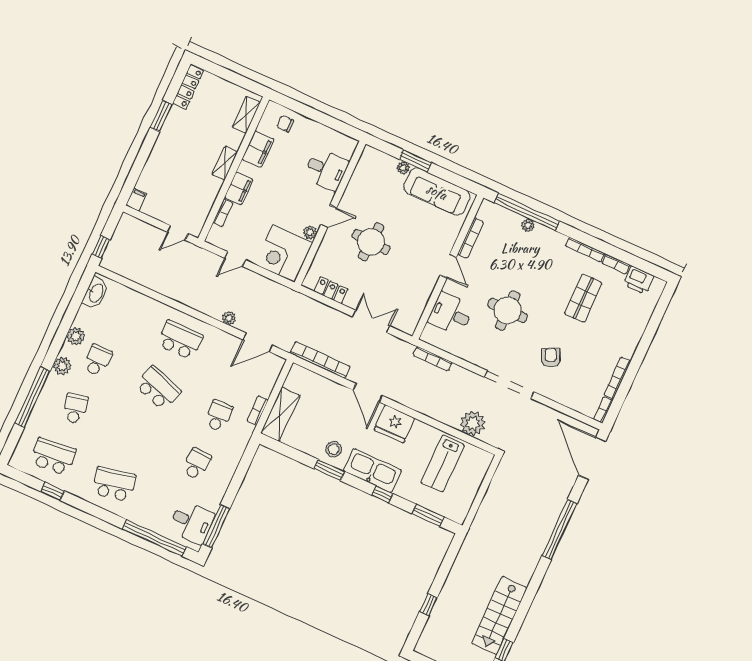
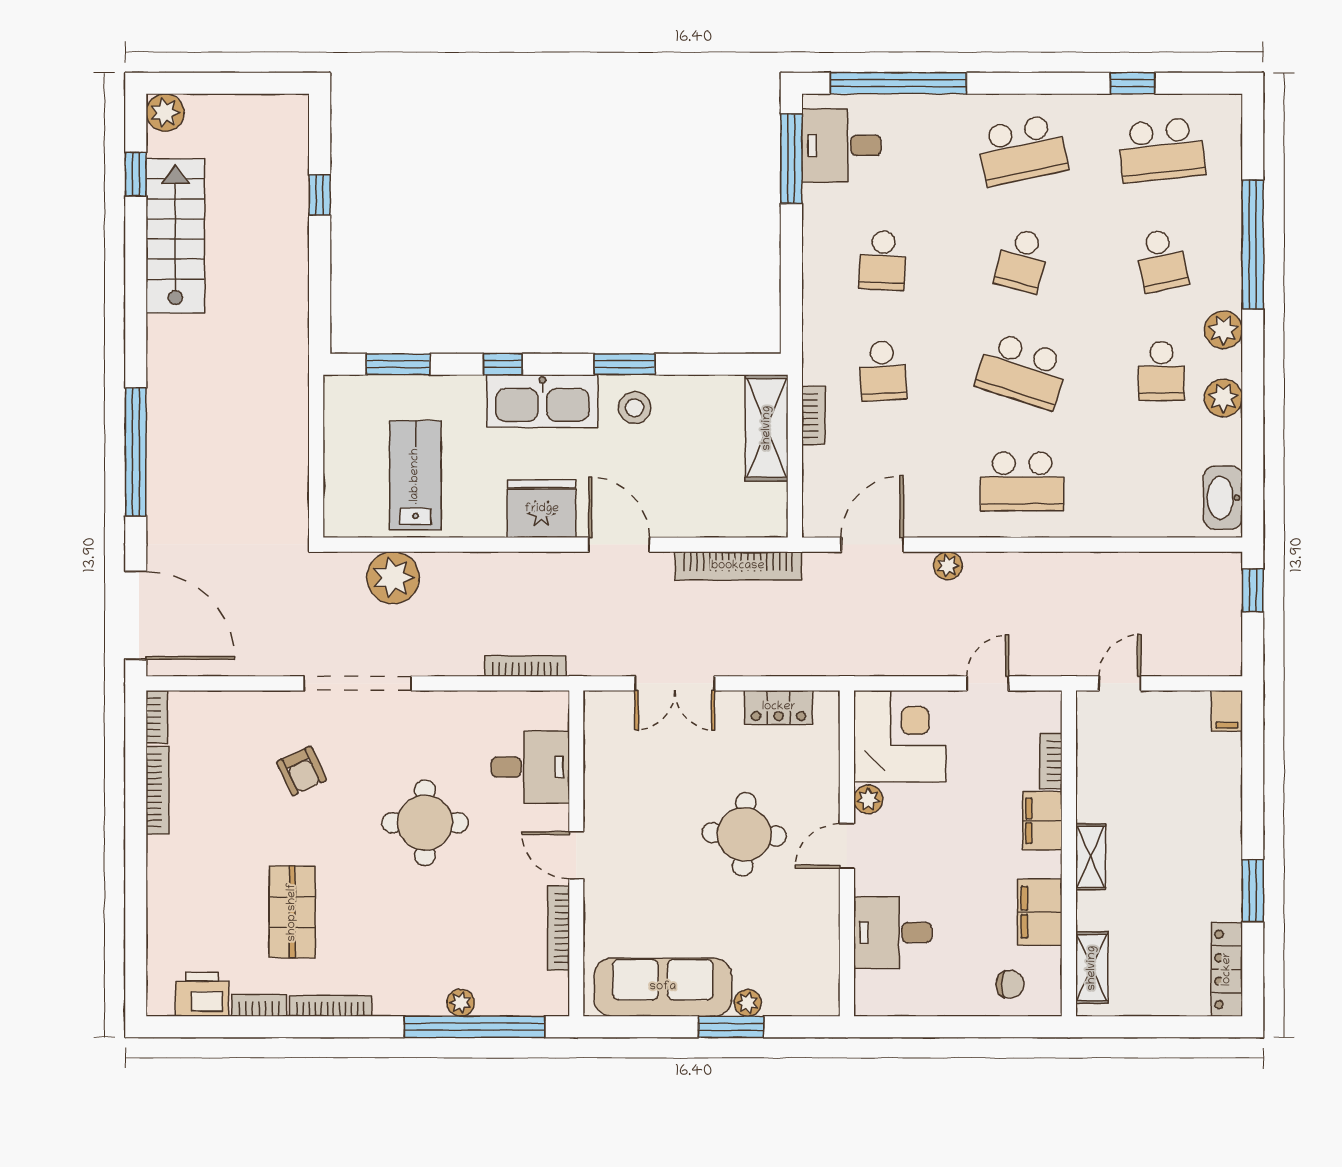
school desk: (136, 436) -> (1022, 260), added

